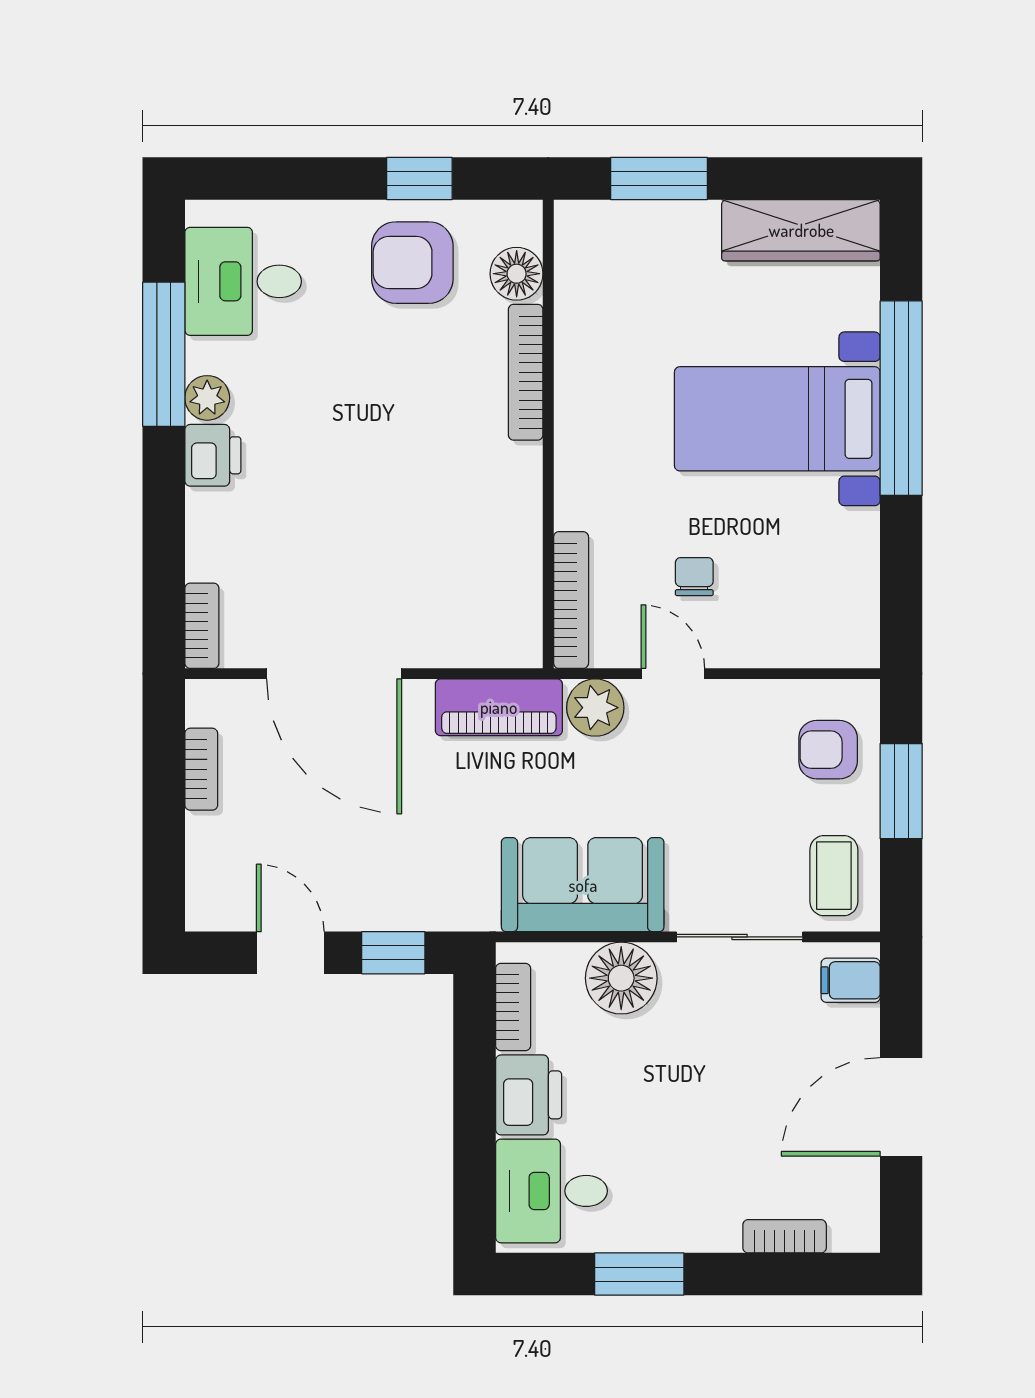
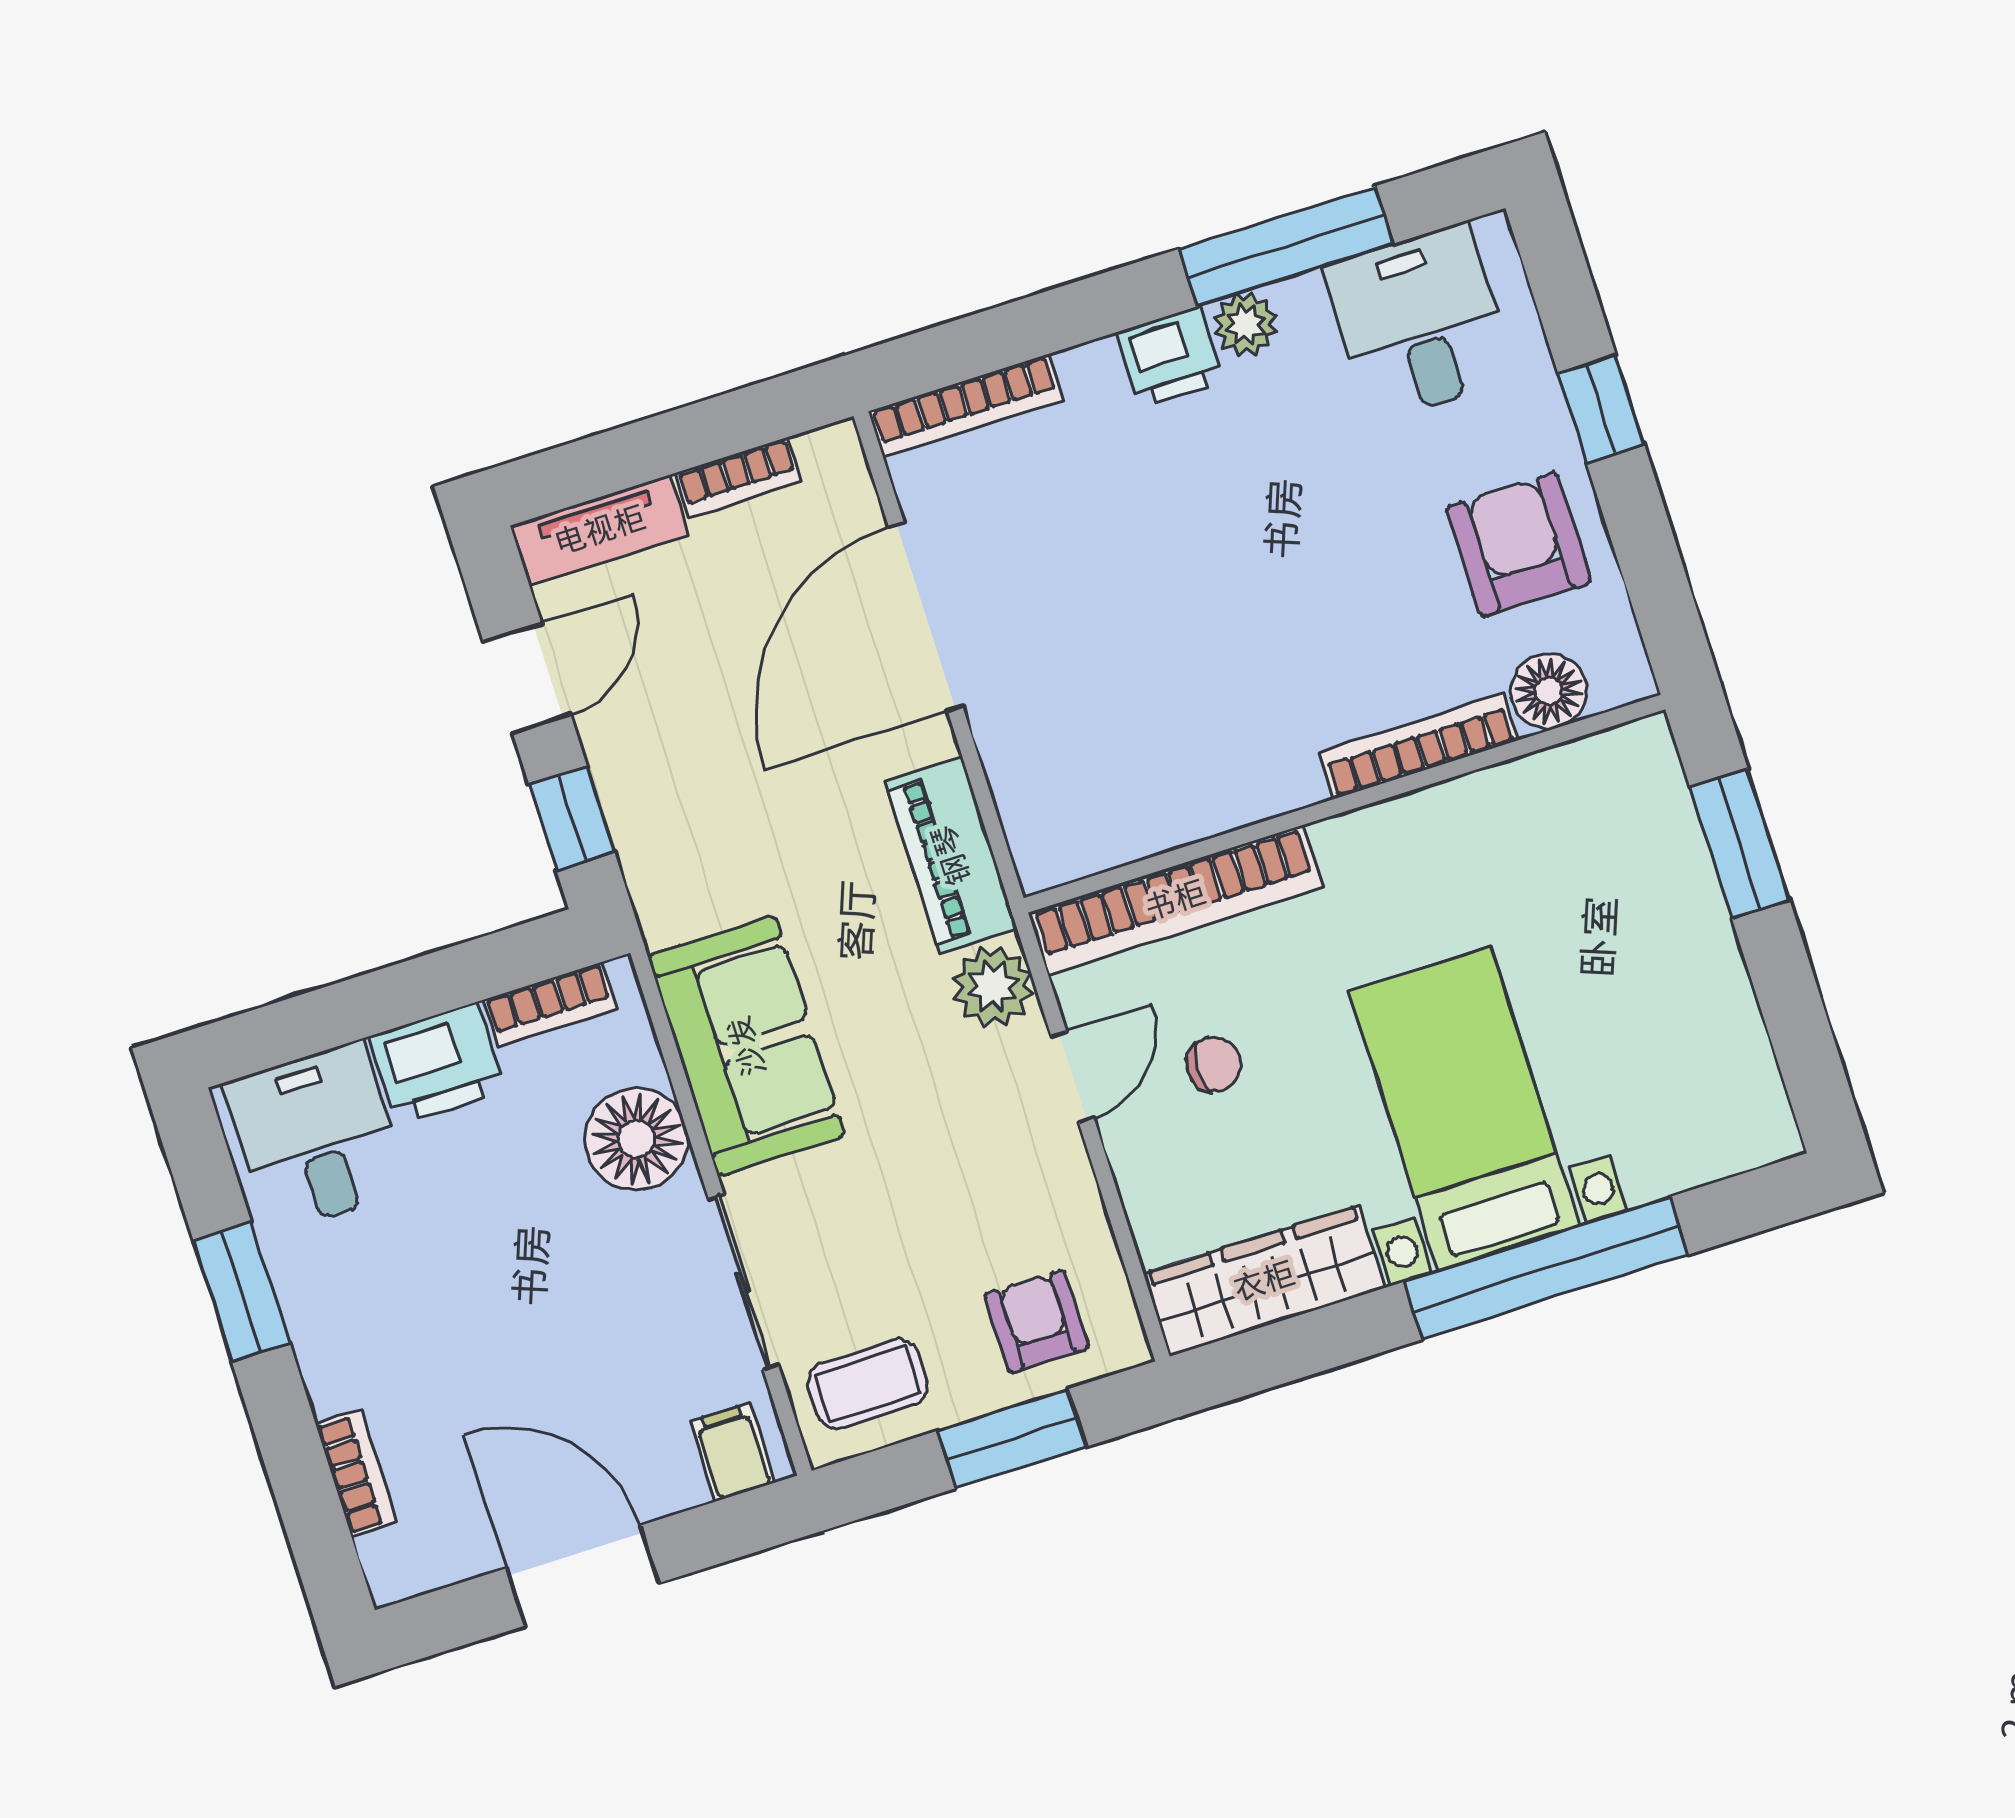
window: (419, 179) -> (1601, 409), moved
wardrobe: (801, 230) -> (1264, 1281), moved, turned 90
bookcase: (571, 600) -> (1175, 900), width x1.48, depth x1.31
bookcase: (202, 626) -> (966, 406), width x1.56
tv unit: (207, 873) -> (600, 530), added

